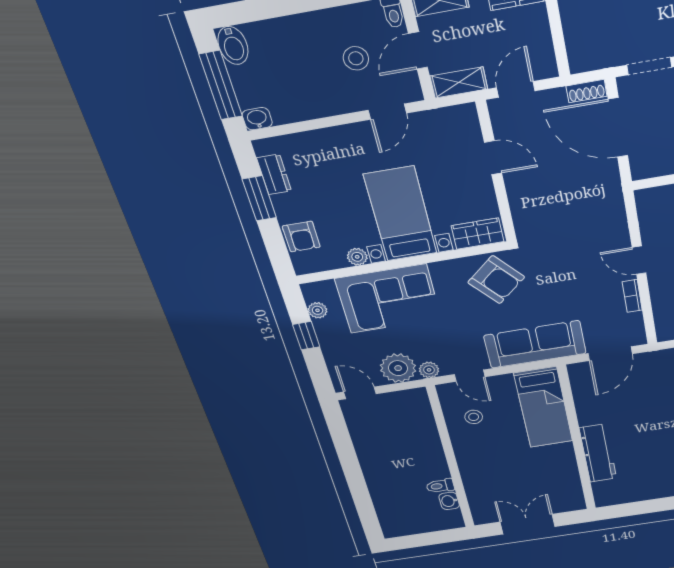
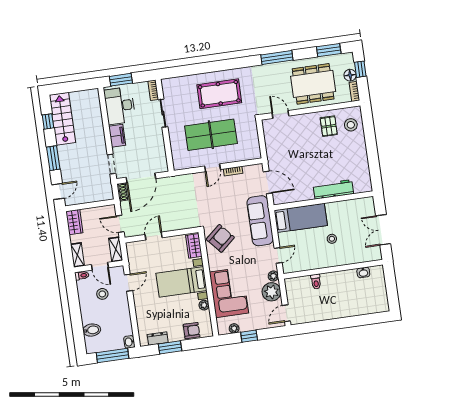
bidet: (233, 46) -> (92, 330), moved
door: (387, 112) -> (128, 283), hinge flipped
stool: (474, 417) -> (332, 239), moved
toilet: (440, 486) -> (316, 282), moved

